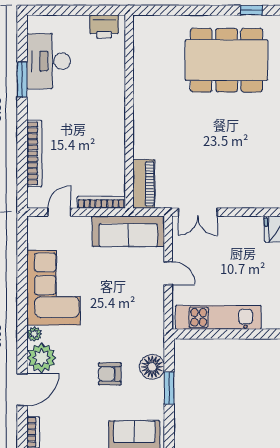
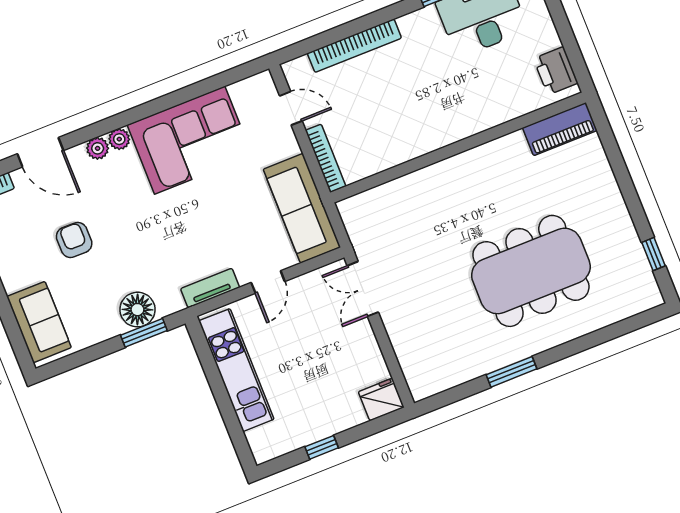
dining table: (227, 60) -> (531, 271), moved, turned 90
piano: (144, 184) -> (560, 129), moved
tv unit: (157, 313) -> (210, 288), added
plant: (42, 358) -> (98, 148), width x0.53, depth x0.53
armchair: (110, 374) -> (74, 240), moved
window: (169, 388) -> (144, 333), moved

